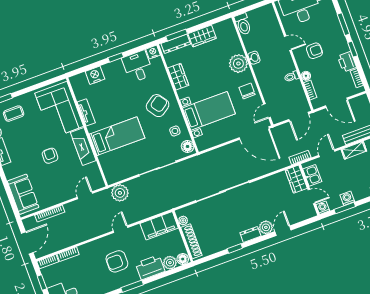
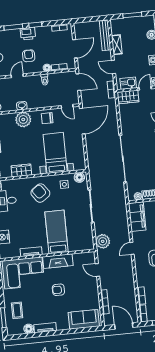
printer: (347, 62) -> (28, 34), moved
door: (121, 229) -> (132, 248), hinge flipped

